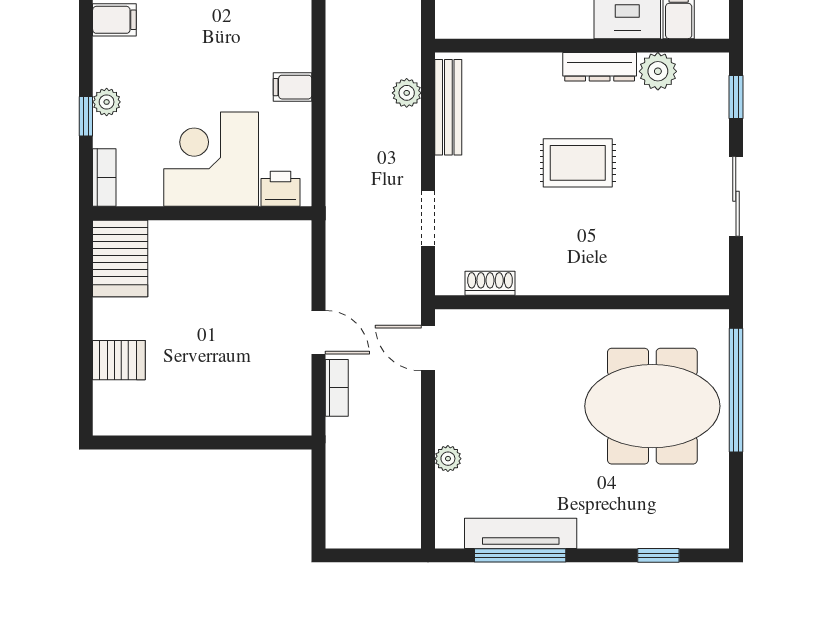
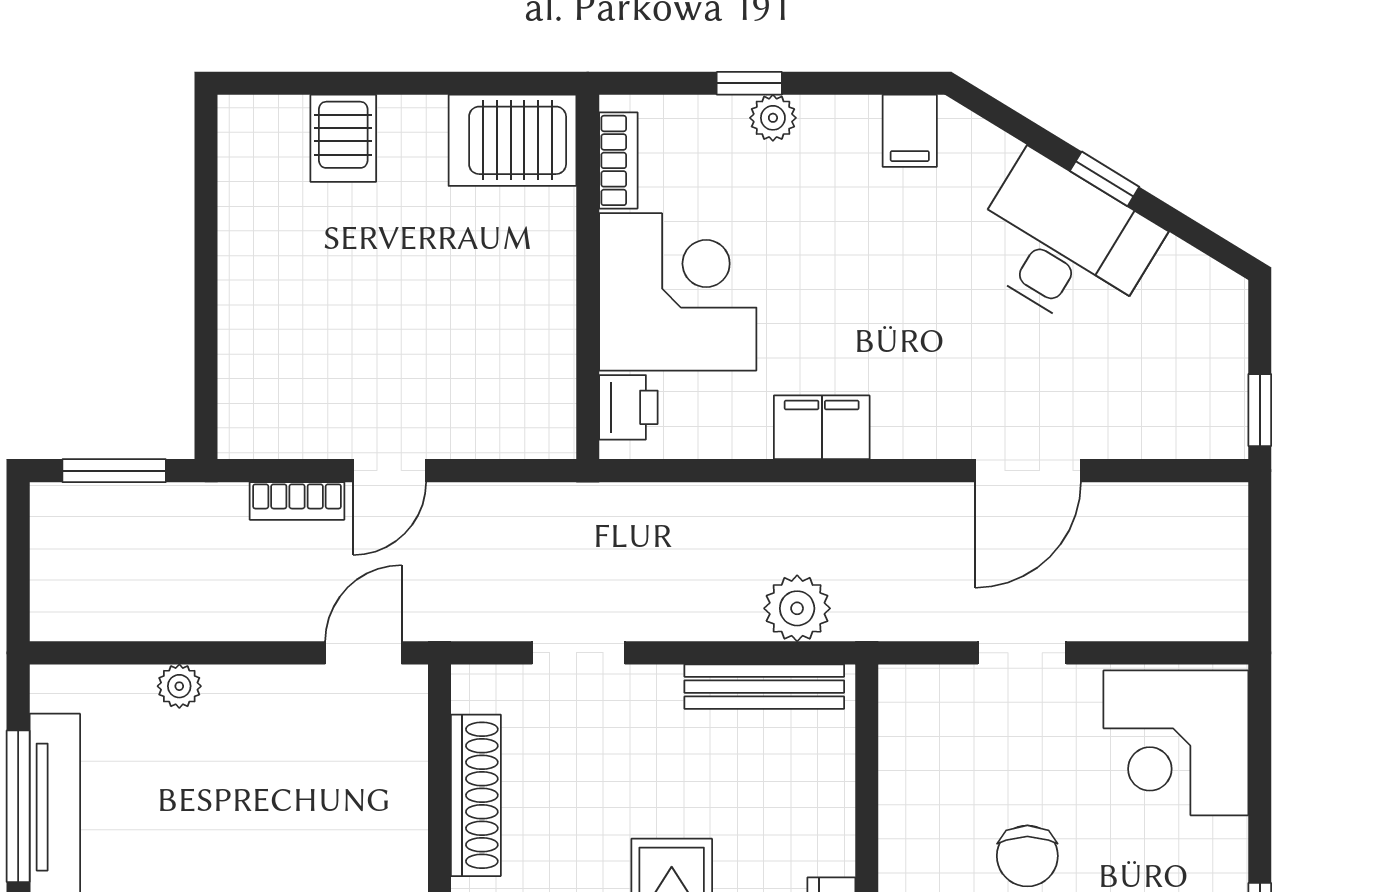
filing cabinet: (293, 87) -> (822, 427), width x2.00
plant: (407, 93) -> (797, 608), width x1.38, depth x1.38
bookcase: (104, 178) -> (618, 160), moved, turned -90
shoe rack: (490, 283) -> (476, 795), width x1.94, depth x1.24
window: (319, 498) -> (114, 471), added

